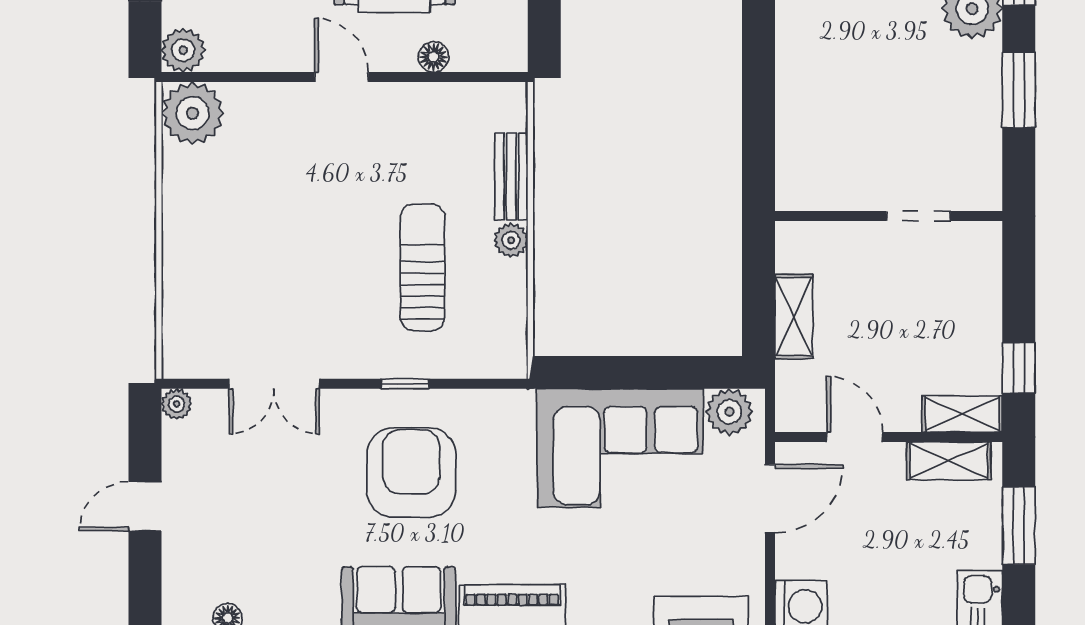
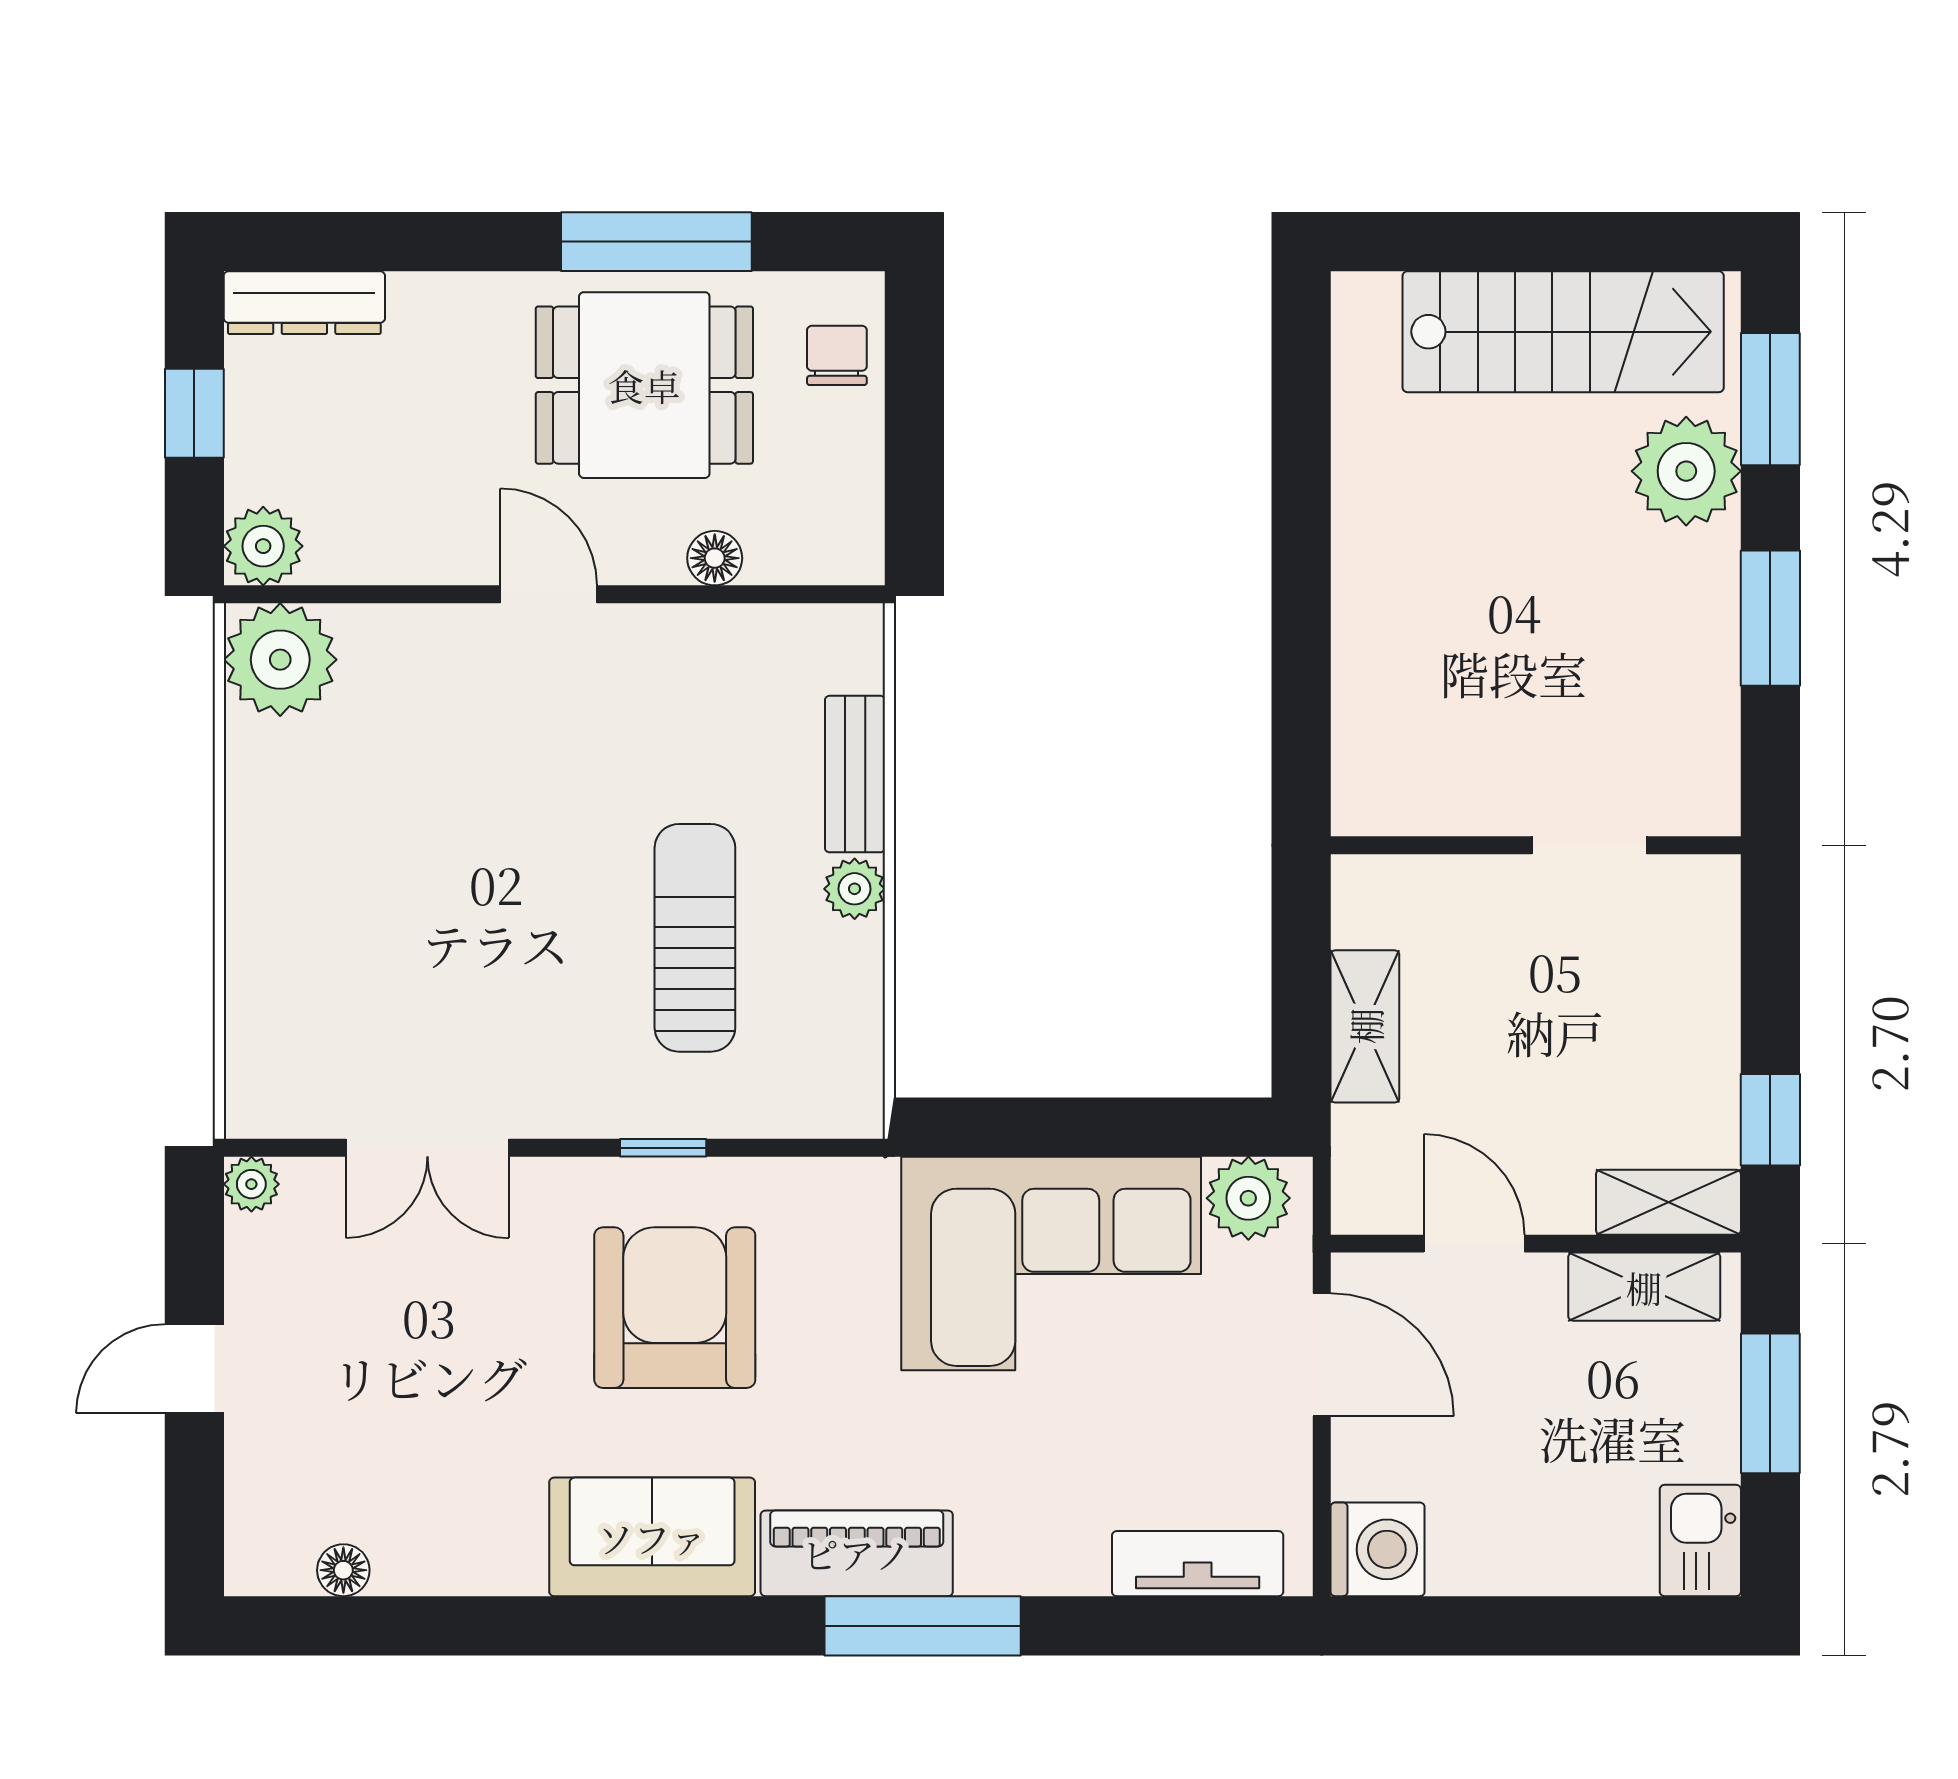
door: (770, 499) -> (1322, 1355), hinge flipped

